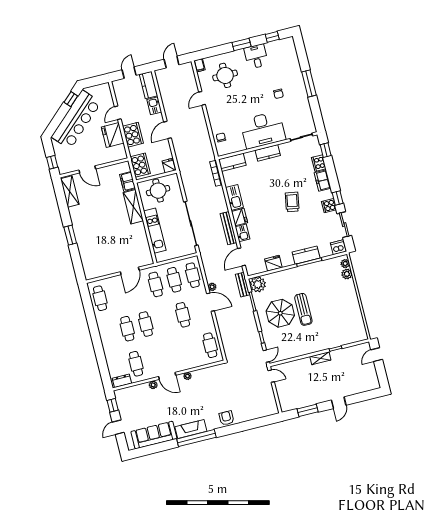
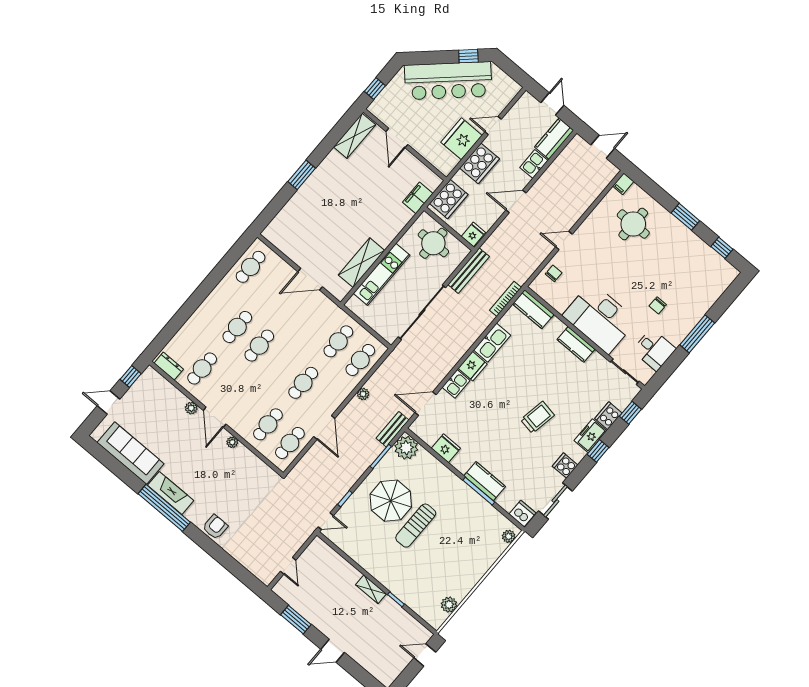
desk: (256, 56) -> (654, 350), moved, turned 90
door: (129, 73) -> (552, 104), hinge flipped
door: (202, 98) -> (564, 240), moved
window: (338, 198) -> (598, 451), moved
shelving: (133, 207) -> (362, 263), moved
bench: (228, 228) -> (469, 271), moved
plant: (347, 274) -> (449, 605), moved
cafe table: (156, 284) -> (268, 424), moved
door: (210, 302) -> (324, 427), moved
door: (271, 376) -> (288, 566), moved

